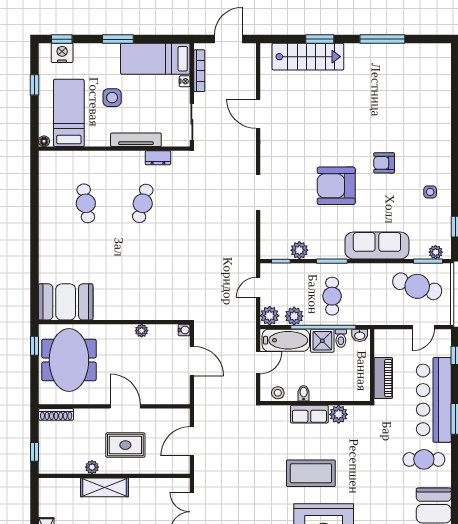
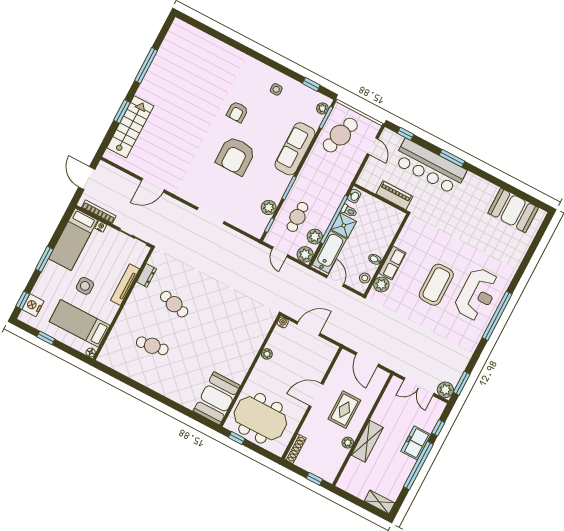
cafe table: (332, 296) -> (297, 217), moved, turned 90
plant: (339, 414) -> (381, 284), moved
cafe table: (424, 459) -> (470, 197), removed

